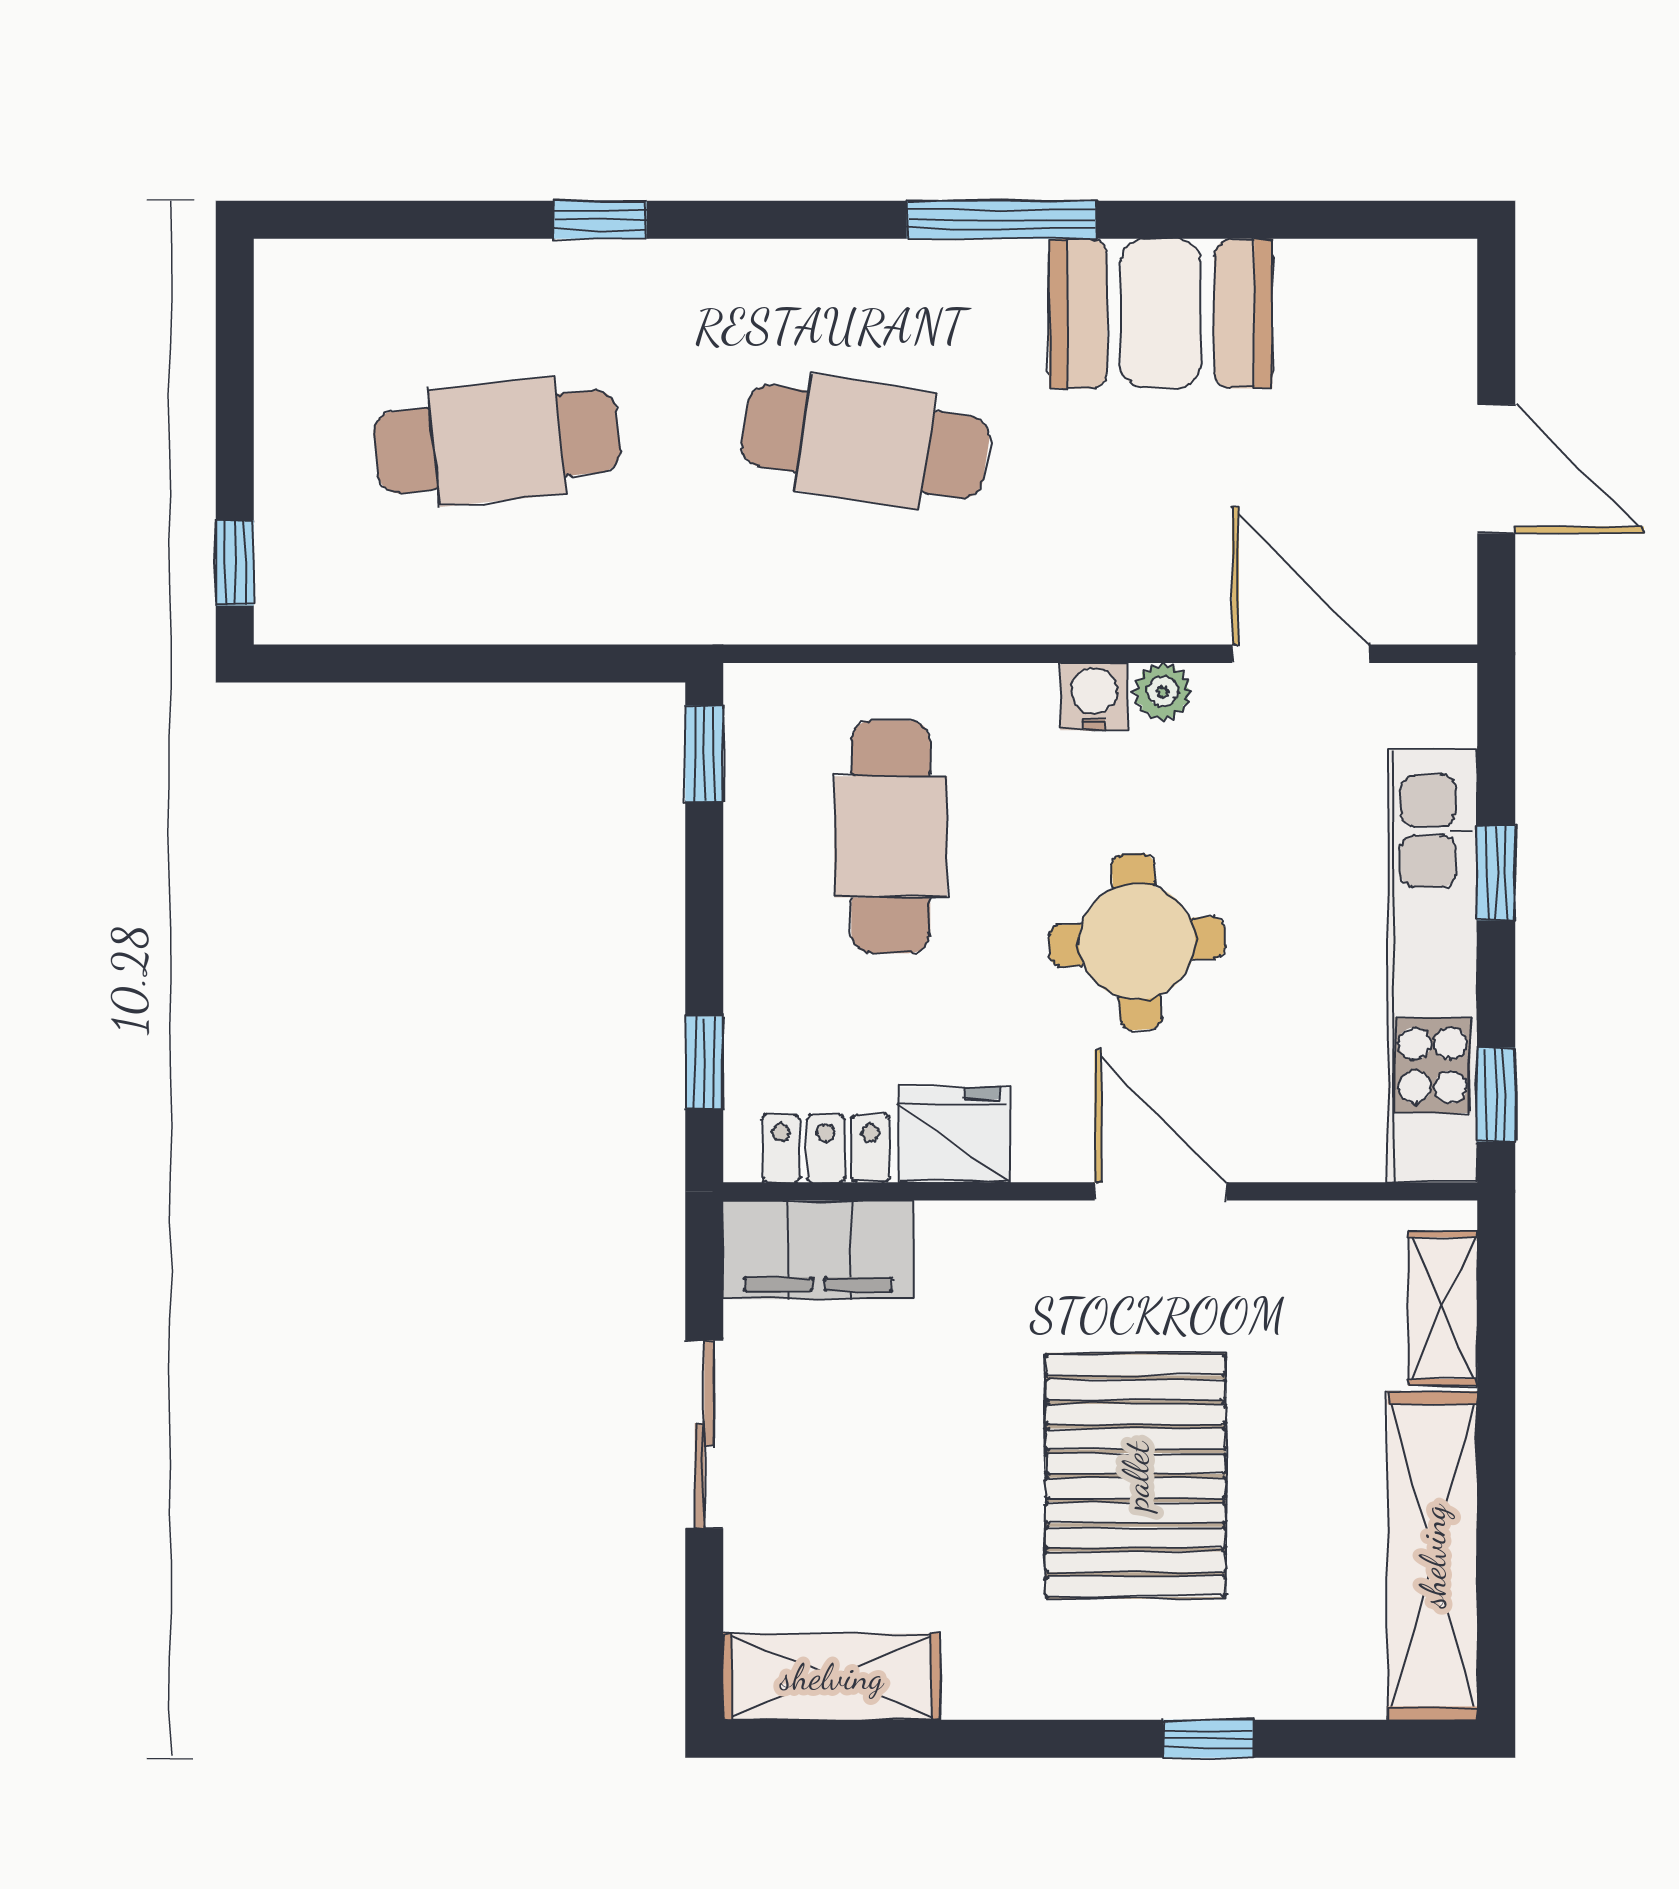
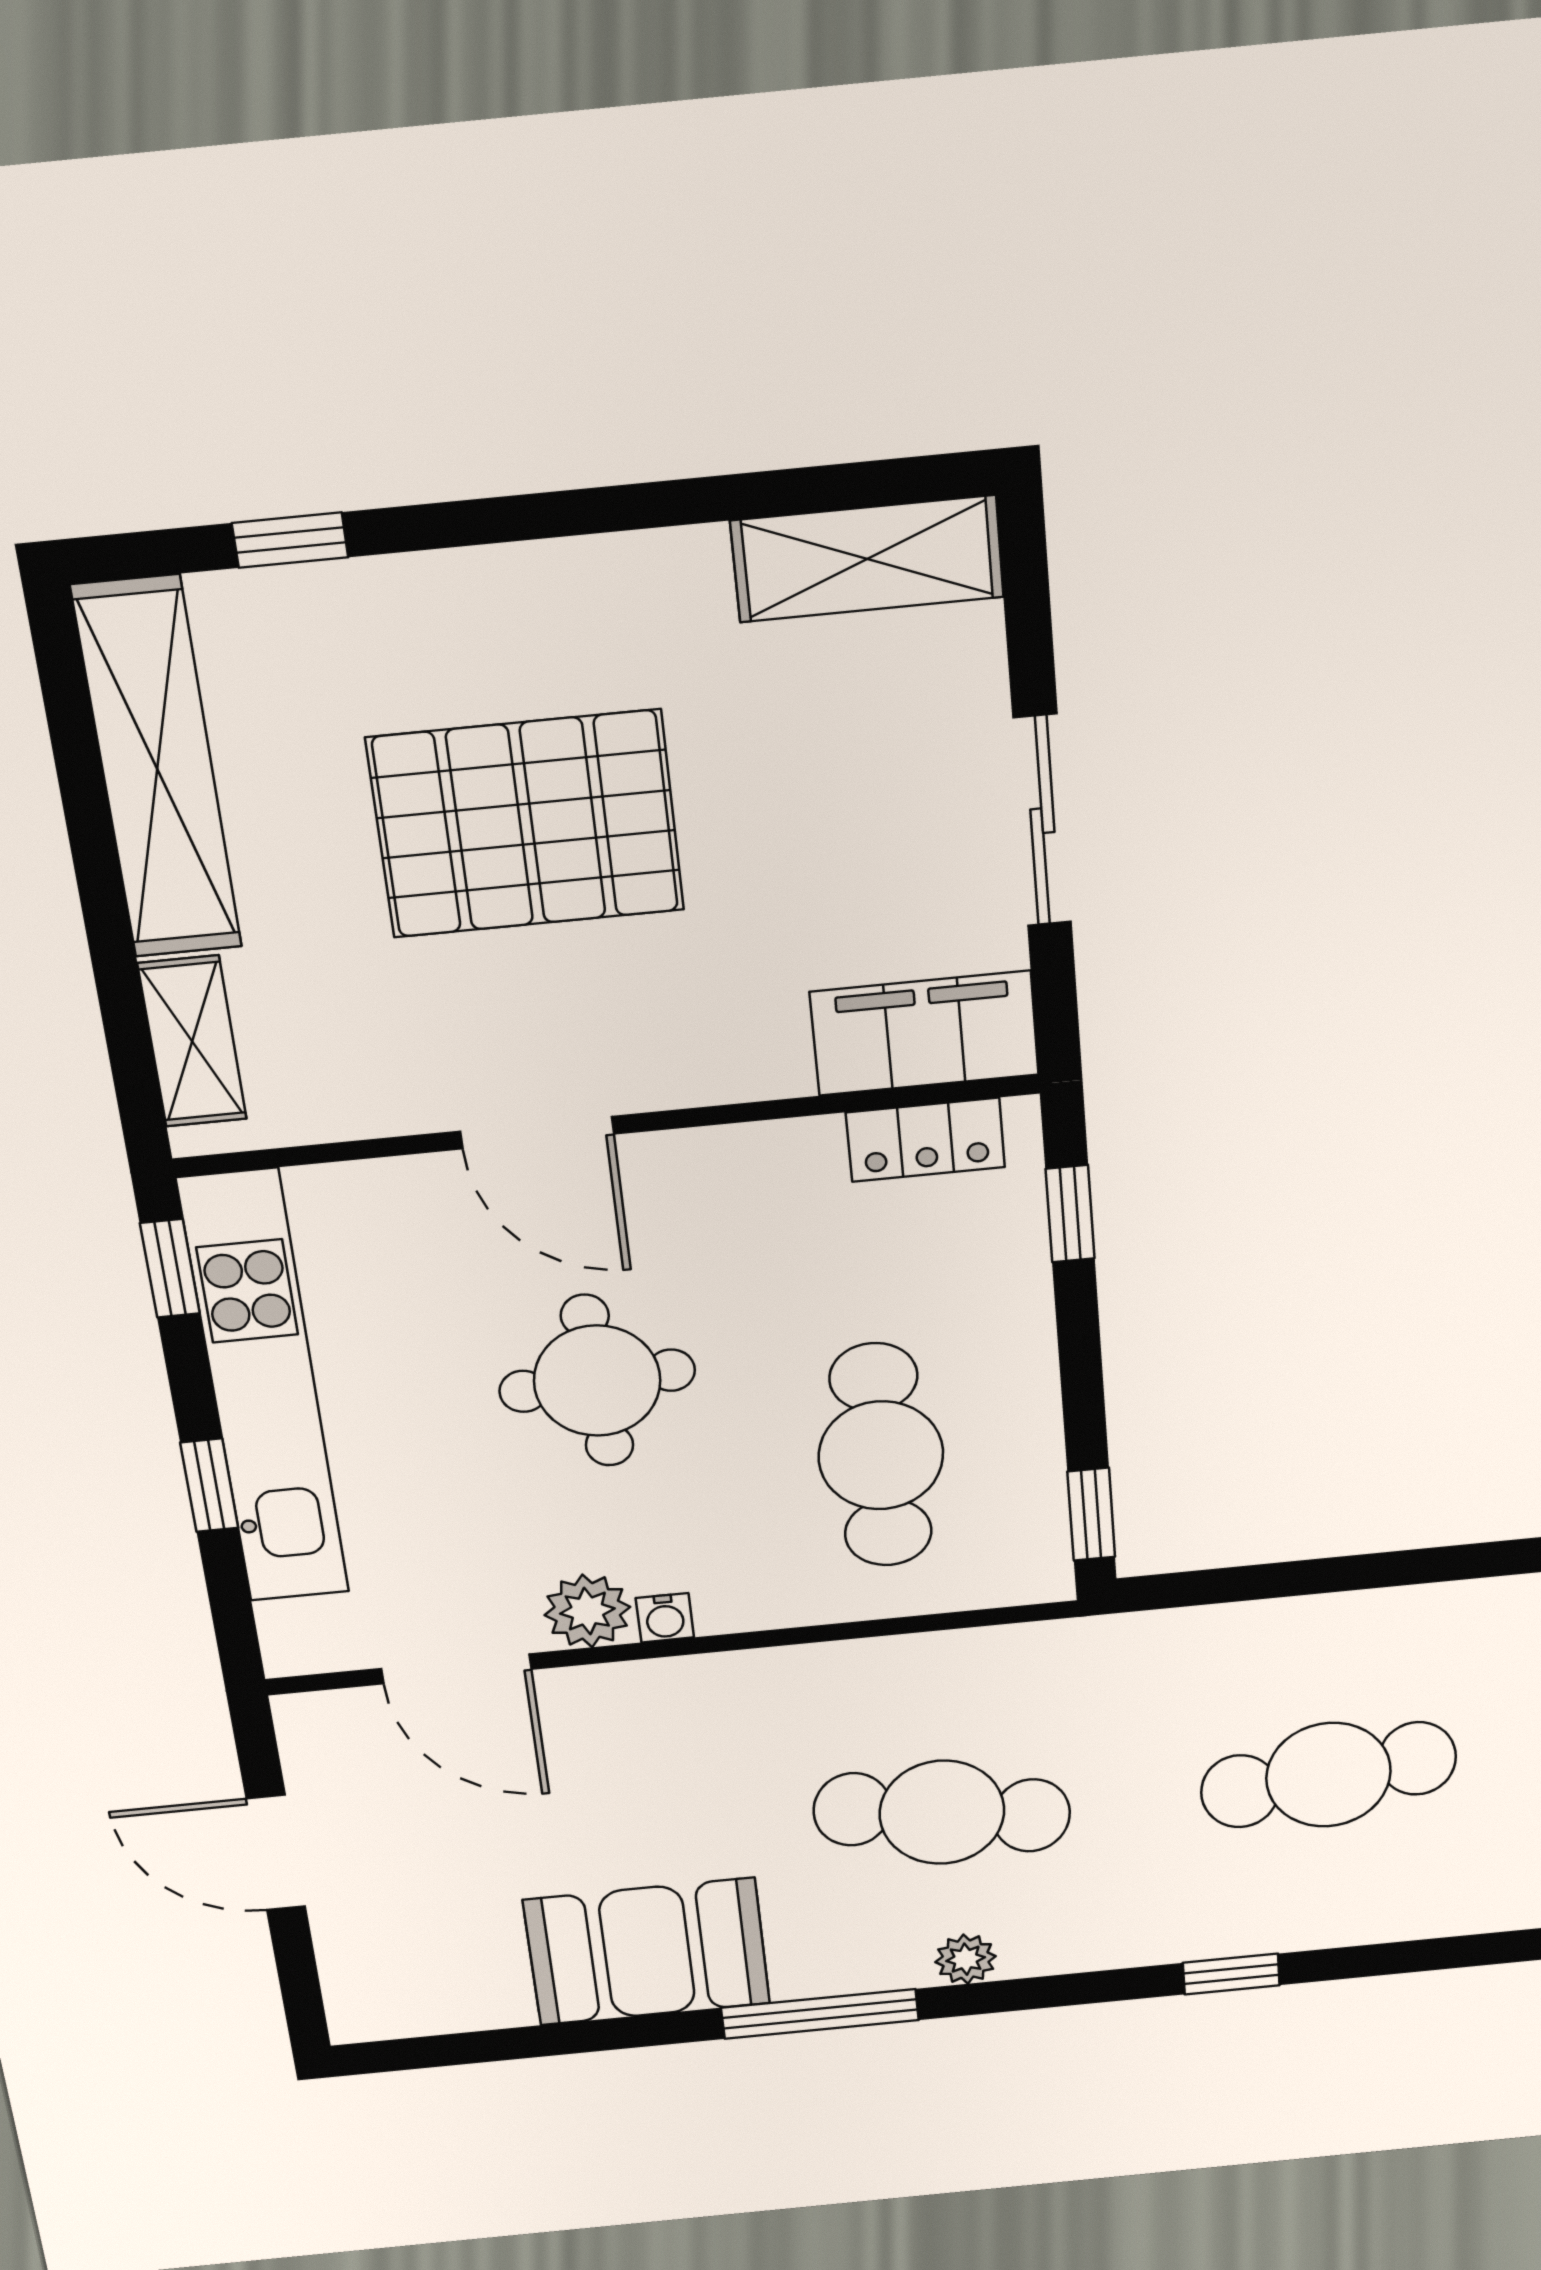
plant: (856, 268) -> (966, 1959), added
plant: (1163, 692) -> (587, 1611), width x1.38, depth x1.38
water cooler: (1094, 696) -> (665, 1618), width x0.72, depth x0.72
fridge: (954, 1135) -> (781, 1168), removed
pallet: (1136, 1476) -> (526, 824), turned 90
window: (1208, 1739) -> (290, 540), moved

